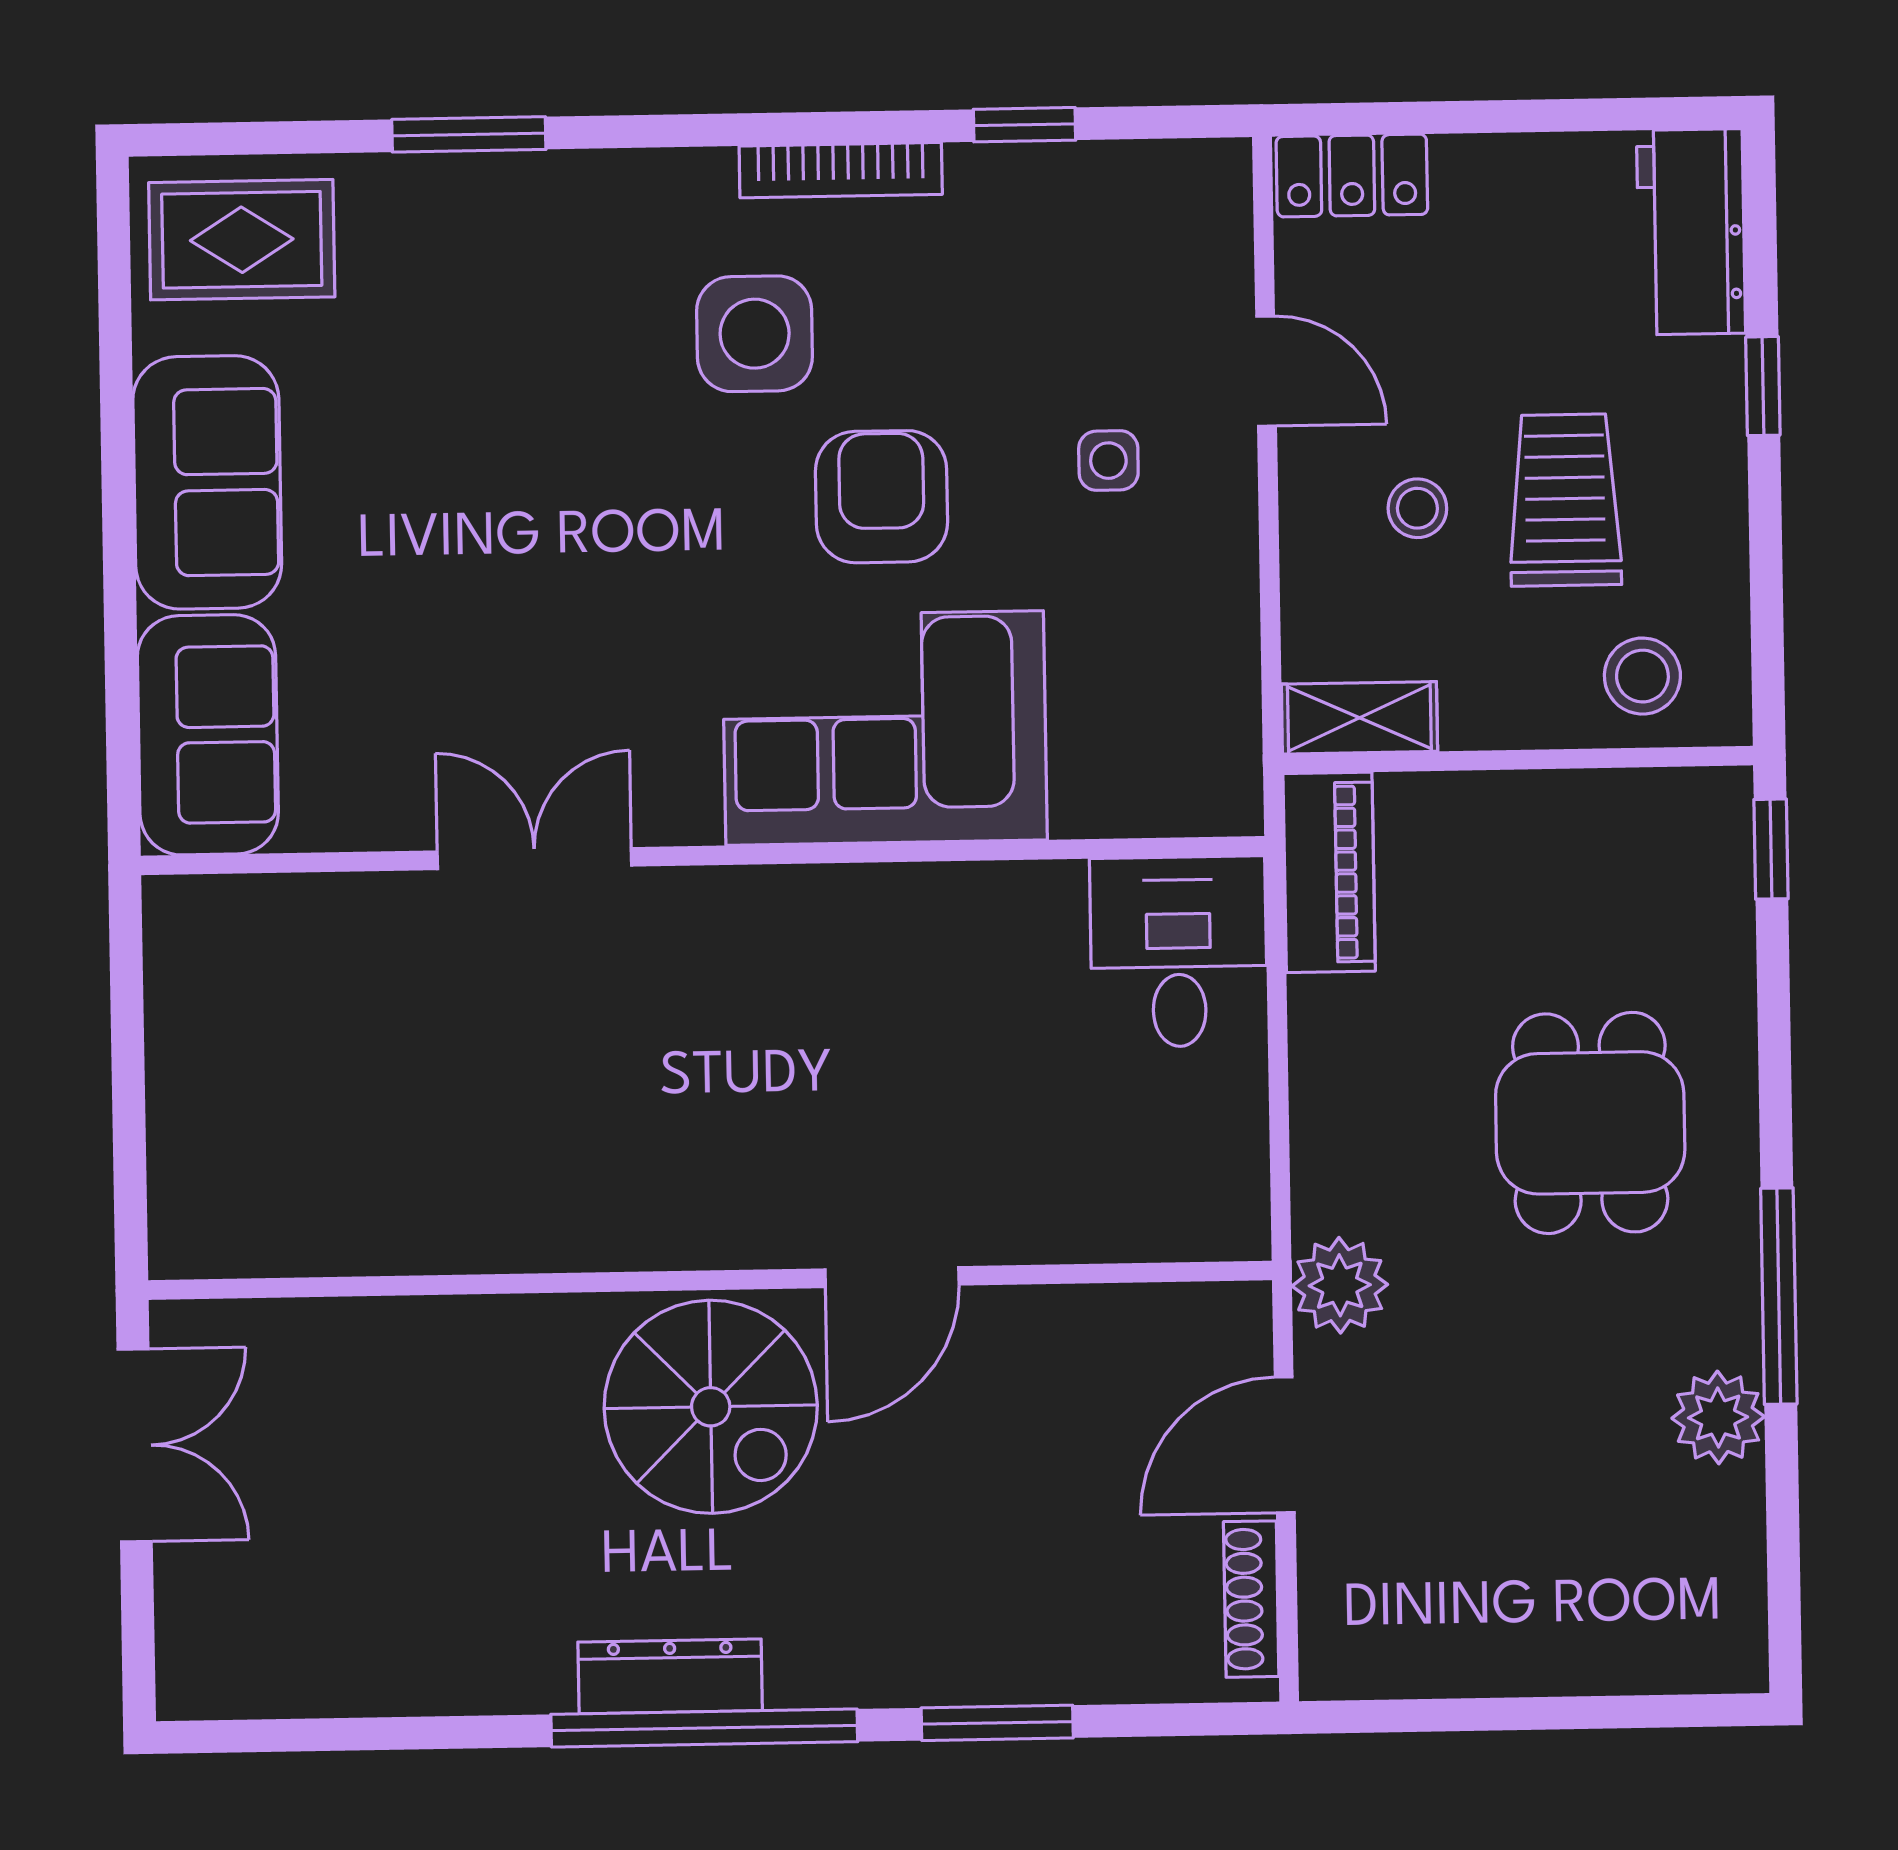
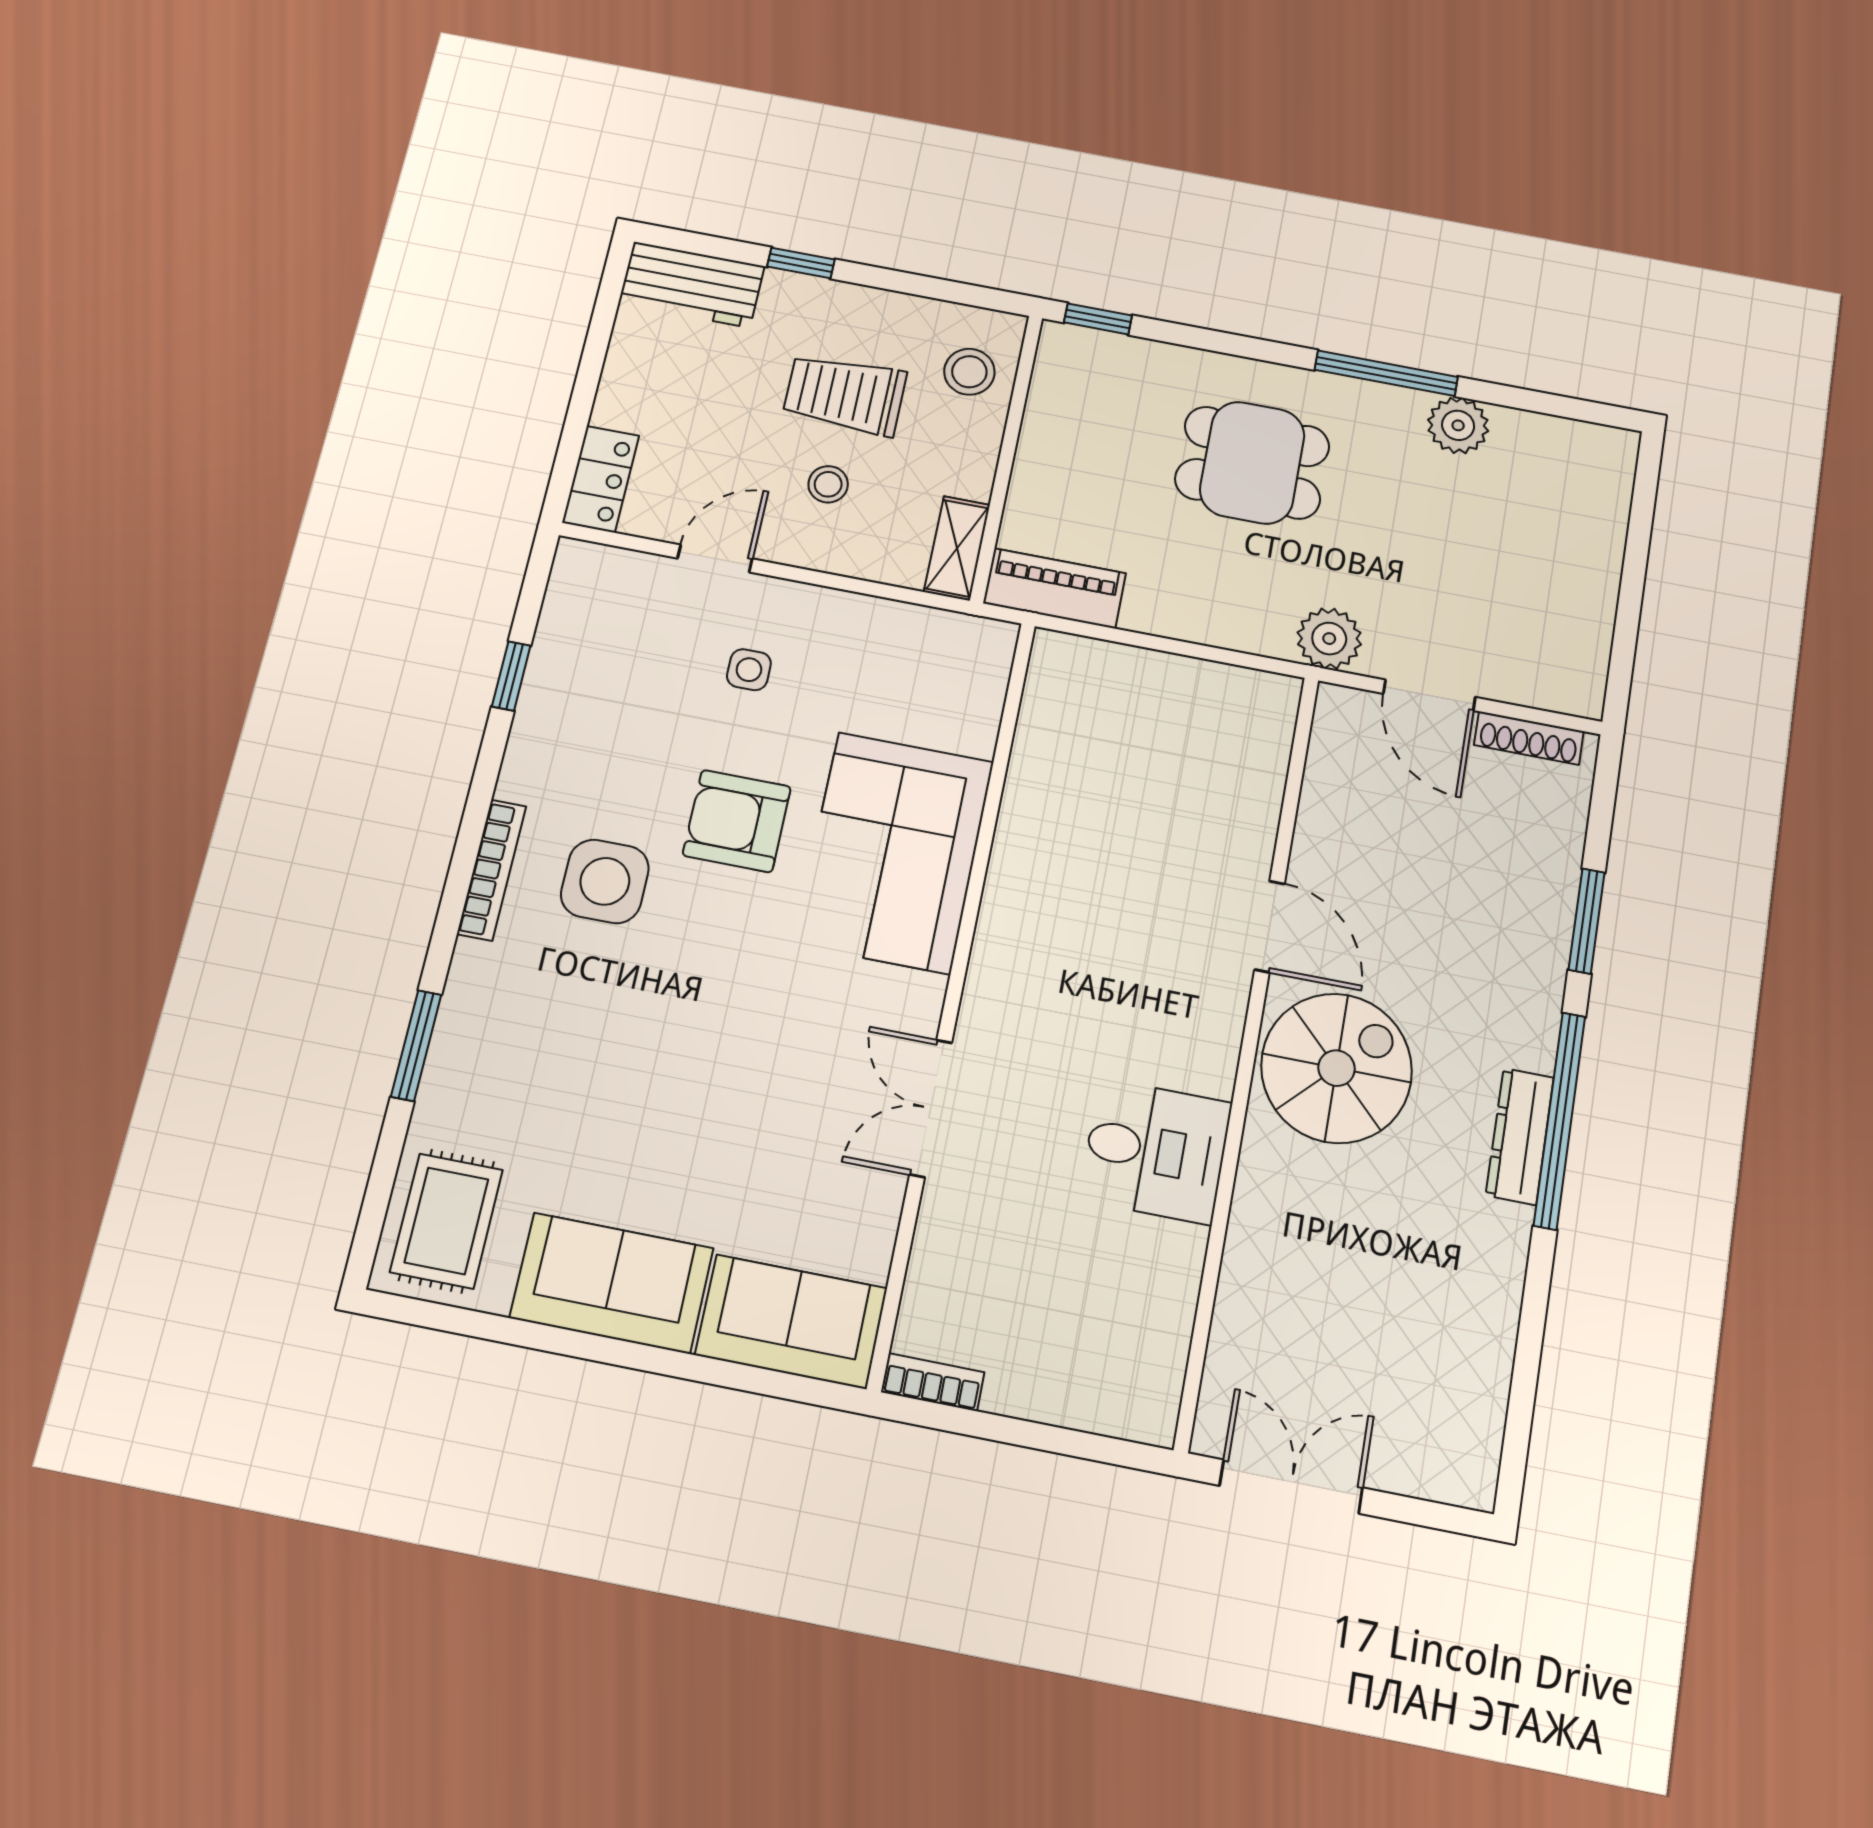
bookcase: (841, 170) -> (492, 870), moved
bookcase: (169, 941) -> (933, 1382), added
desk: (1179, 952) -> (1156, 1151), moved, turned 180

